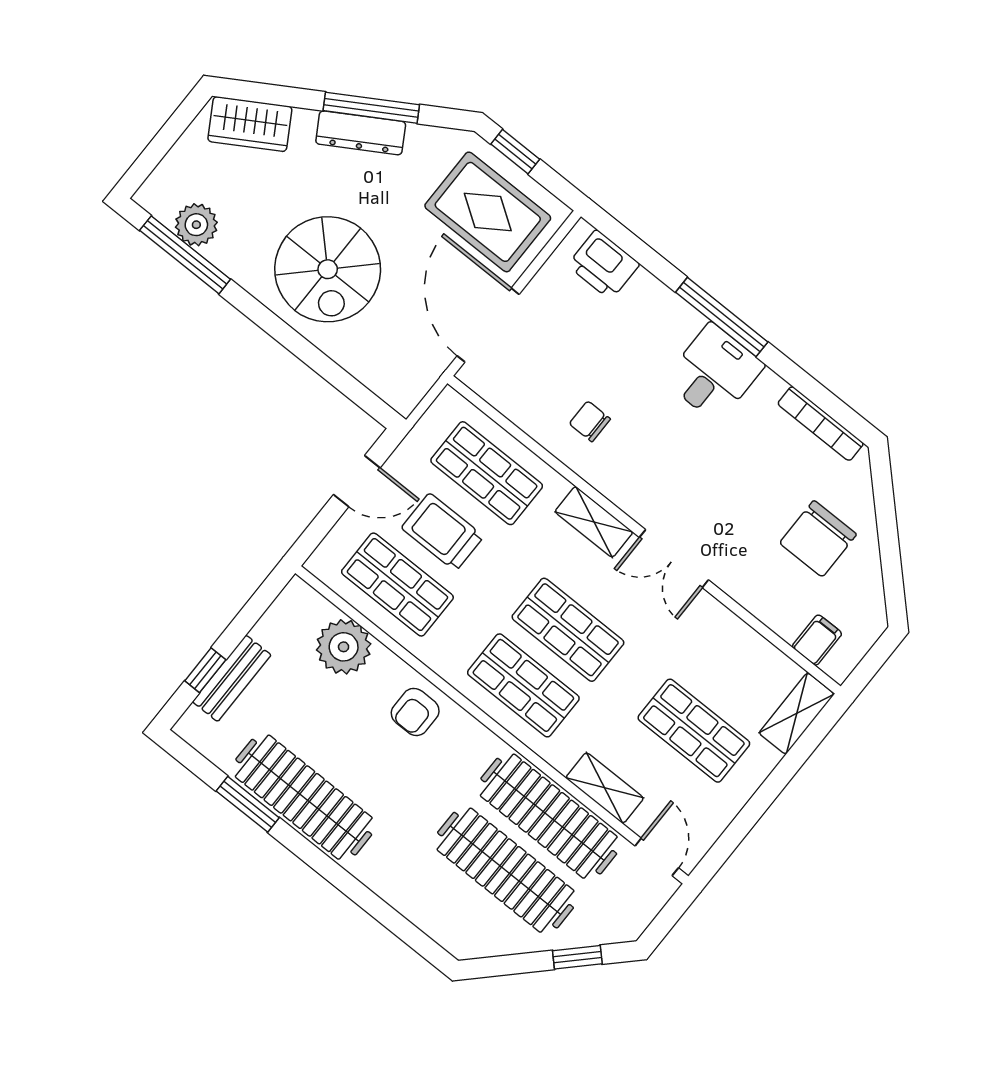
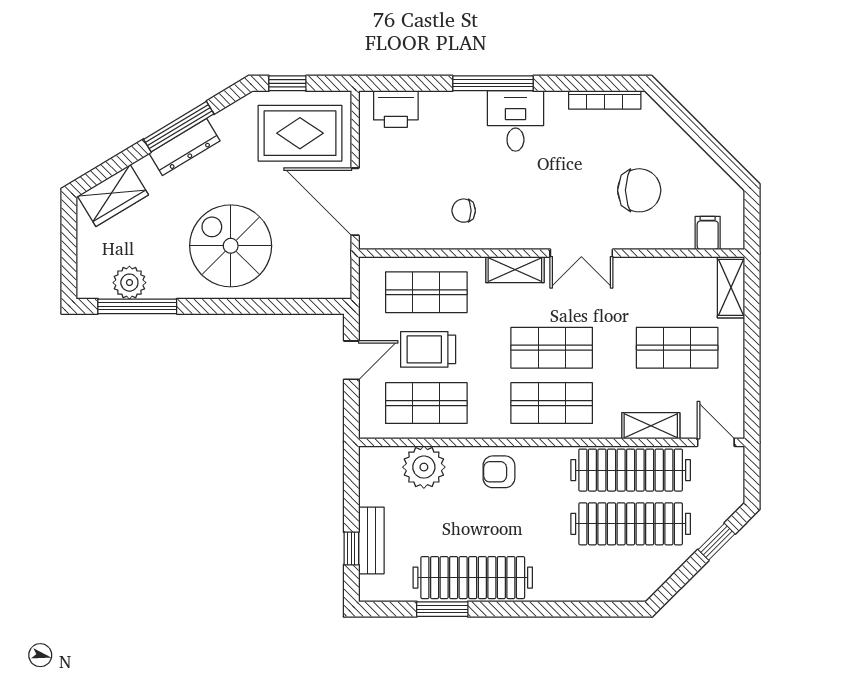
spiral stairs: (328, 269) -> (231, 246), turned 180
chair: (818, 539) -> (639, 190), moved, turned -90
armchair: (415, 712) -> (499, 472), turned 90

